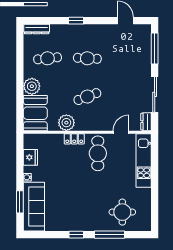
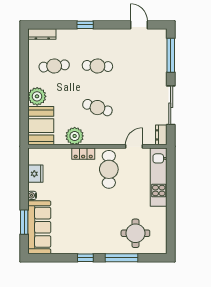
cafe table: (87, 97) -> (97, 108), turned 39

